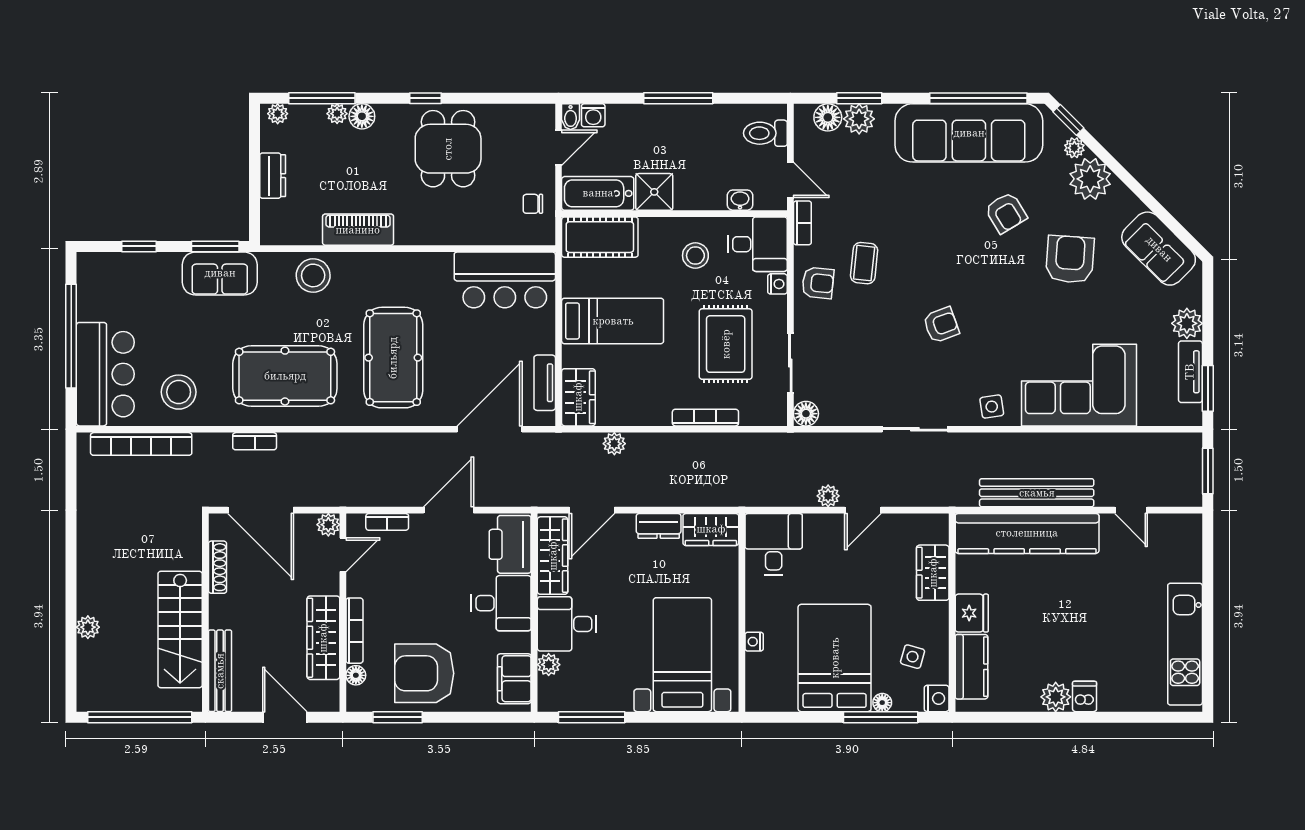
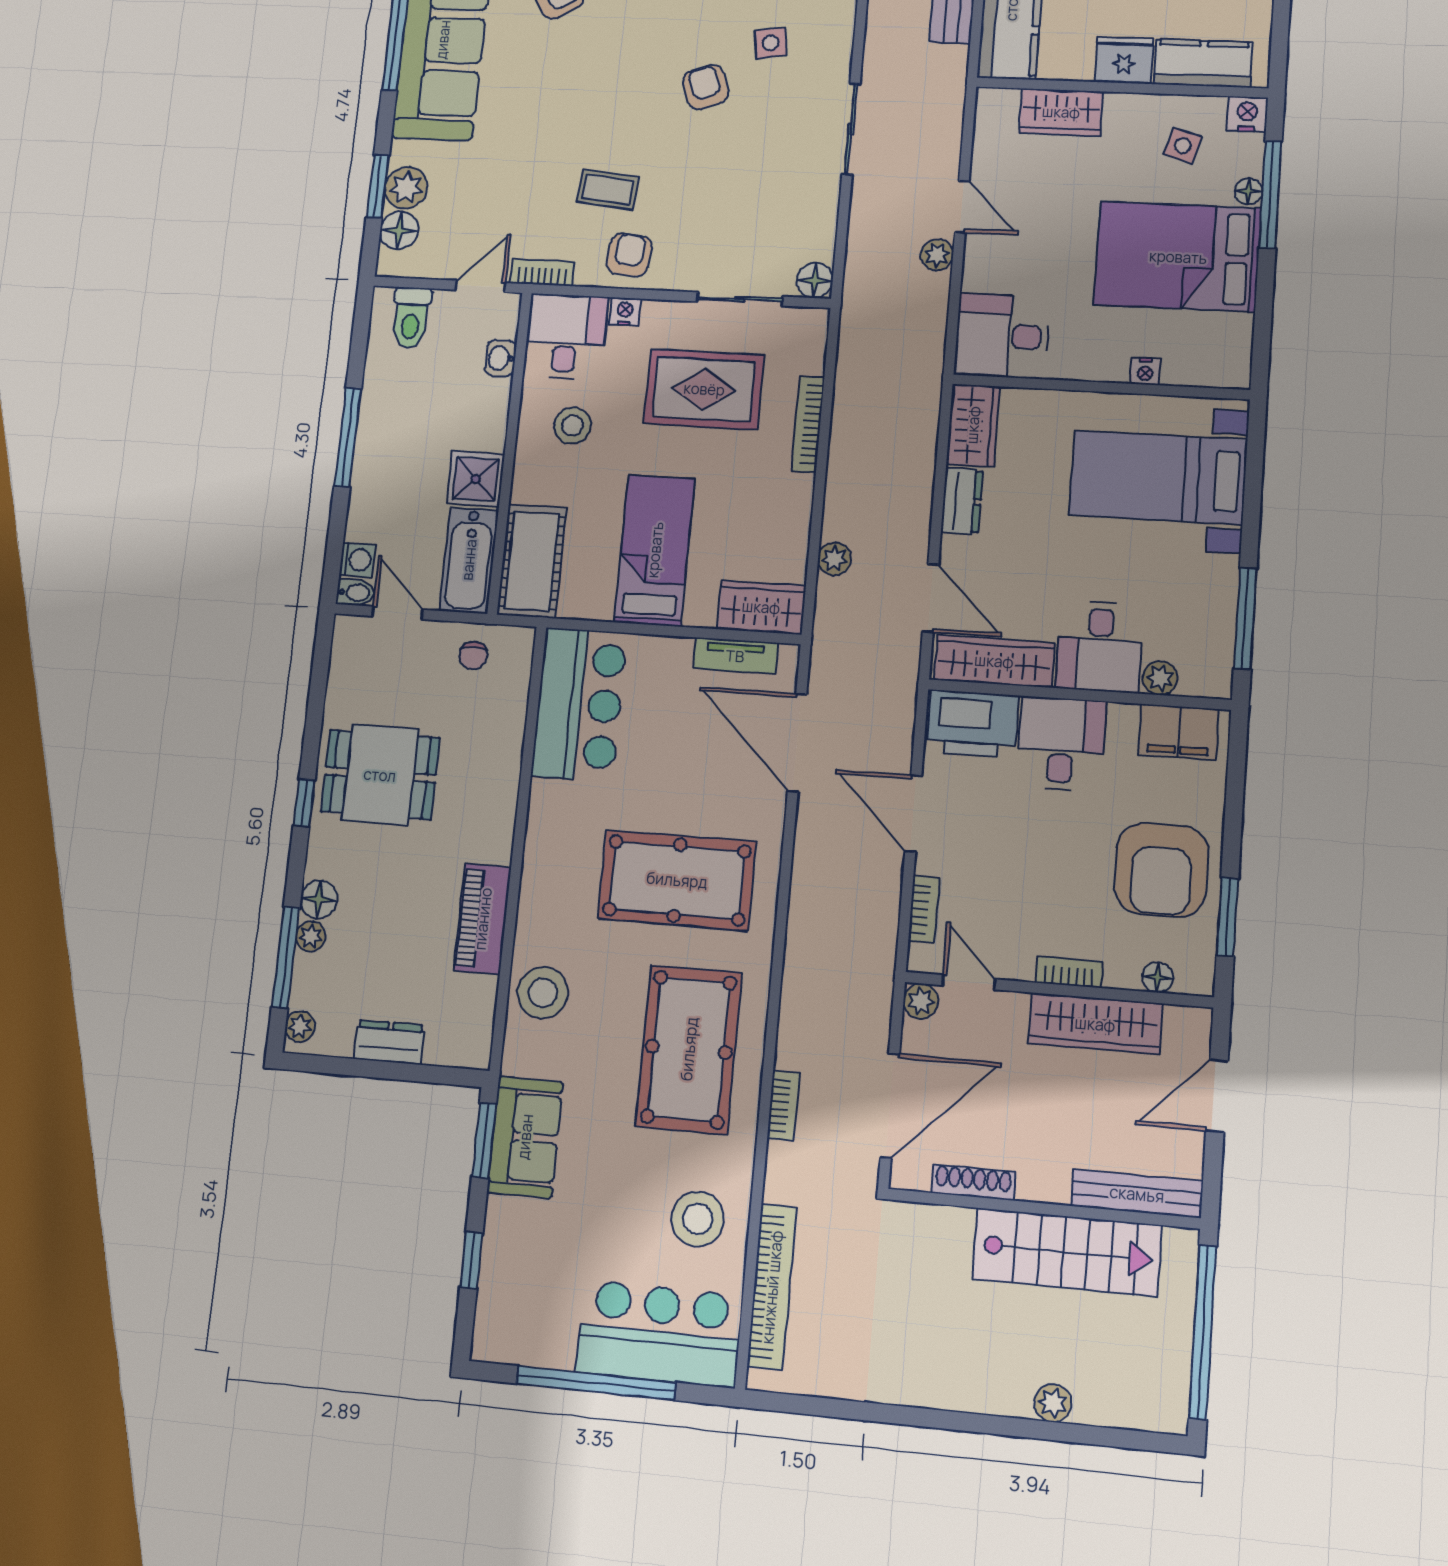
side table: (992, 407) -> (771, 43), moved
bookcase: (354, 631) -> (1069, 972), width x0.64

